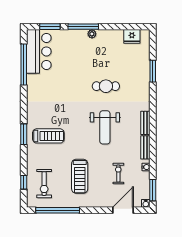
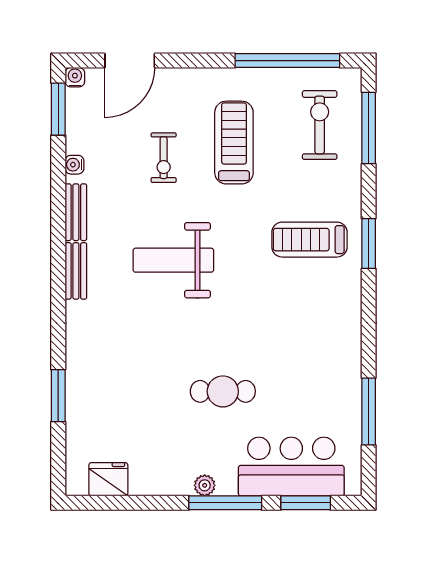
bar counter: (39, 51) -> (291, 467), moved, turned 90
window: (24, 65) -> (369, 412), width x0.68
cafe table: (106, 86) -> (223, 391), moved
weight bench: (105, 127) -> (173, 260), turned -90
exercise bike: (118, 173) -> (164, 158), moved
window: (24, 182) -> (369, 128), width x2.17

